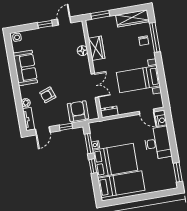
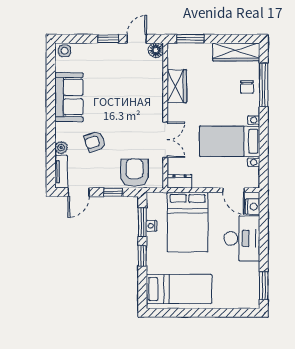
floor lamp: (82, 51) -> (156, 50), moved
bed: (115, 160) -> (188, 222), moved, turned 90

